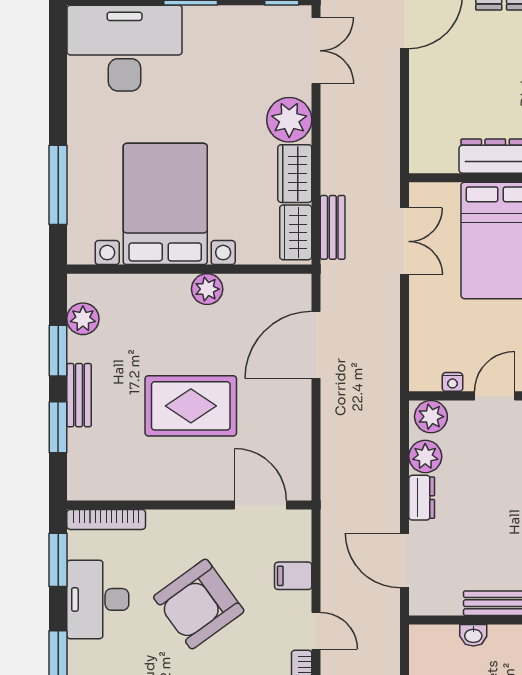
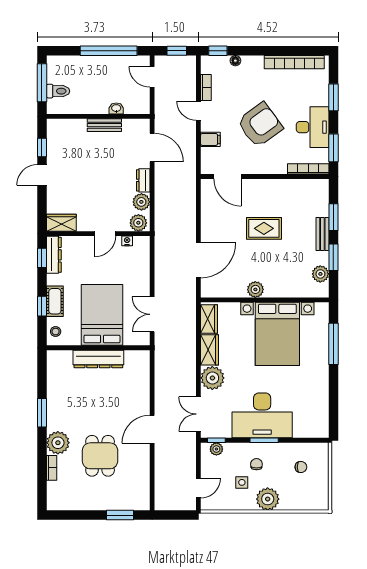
desk: (125, 48) -> (262, 415), moved
bench: (333, 227) -> (190, 322), removed
rug: (191, 406) -> (264, 228), width x0.73, depth x0.70

